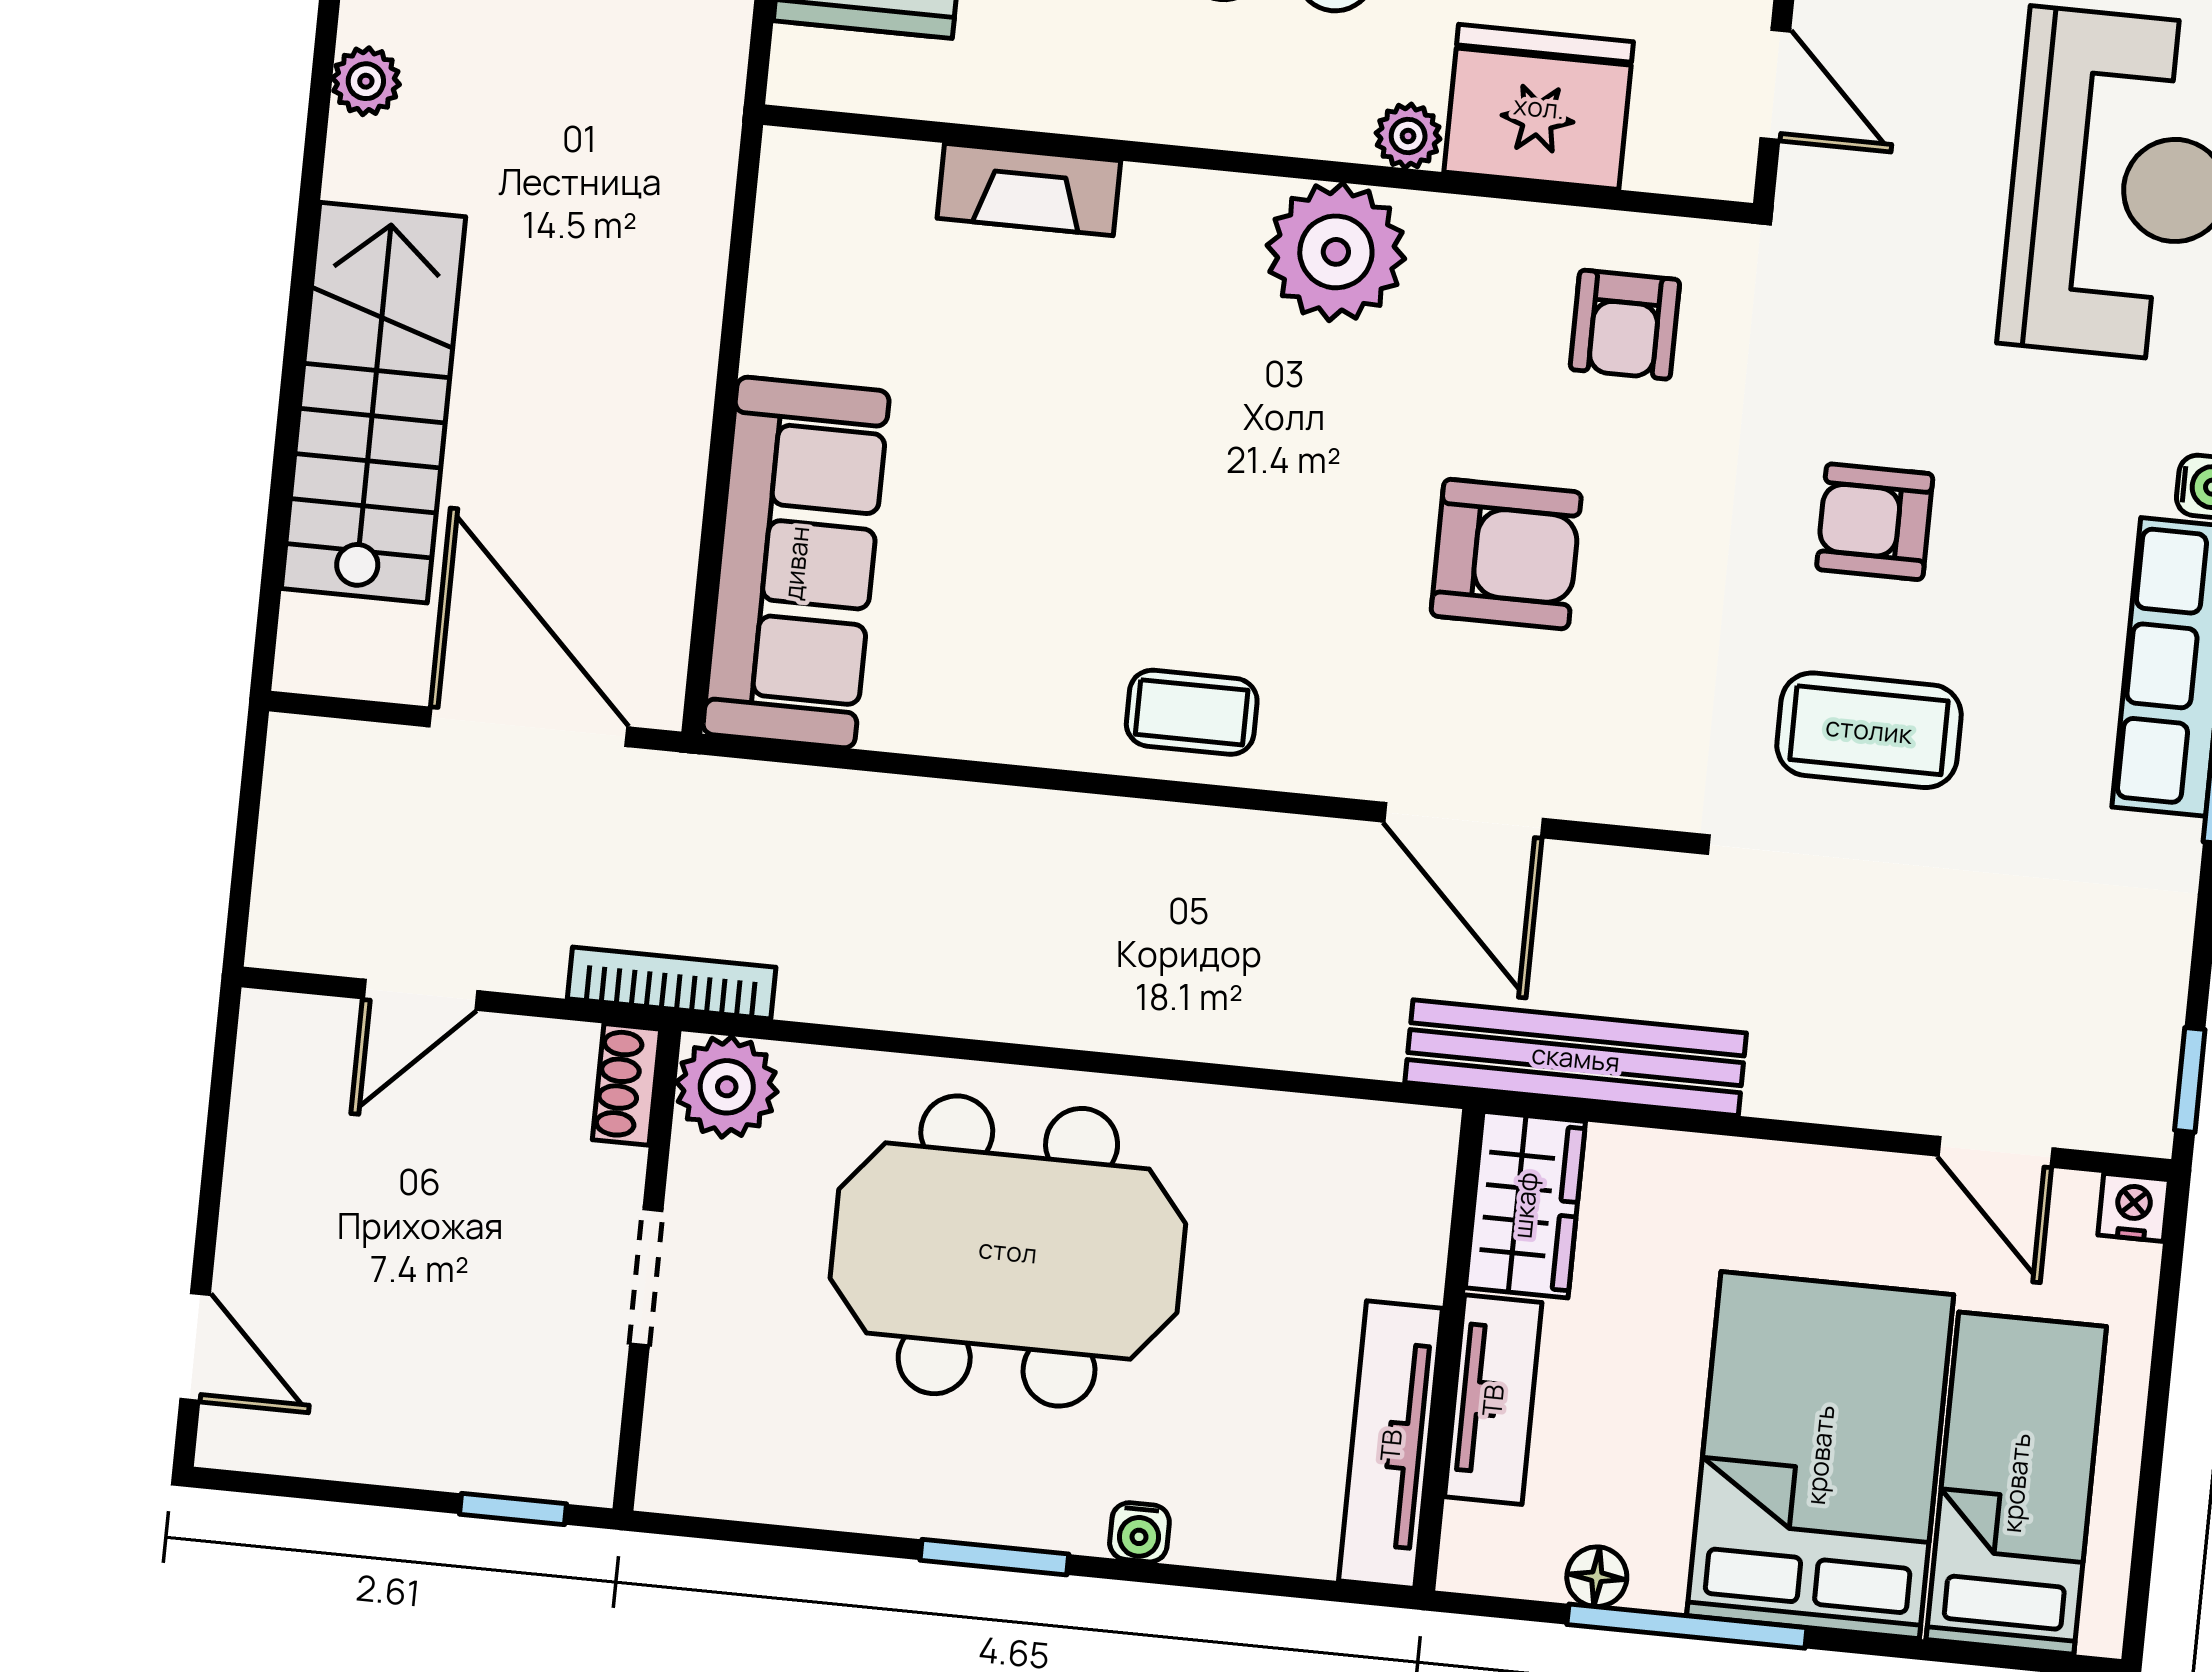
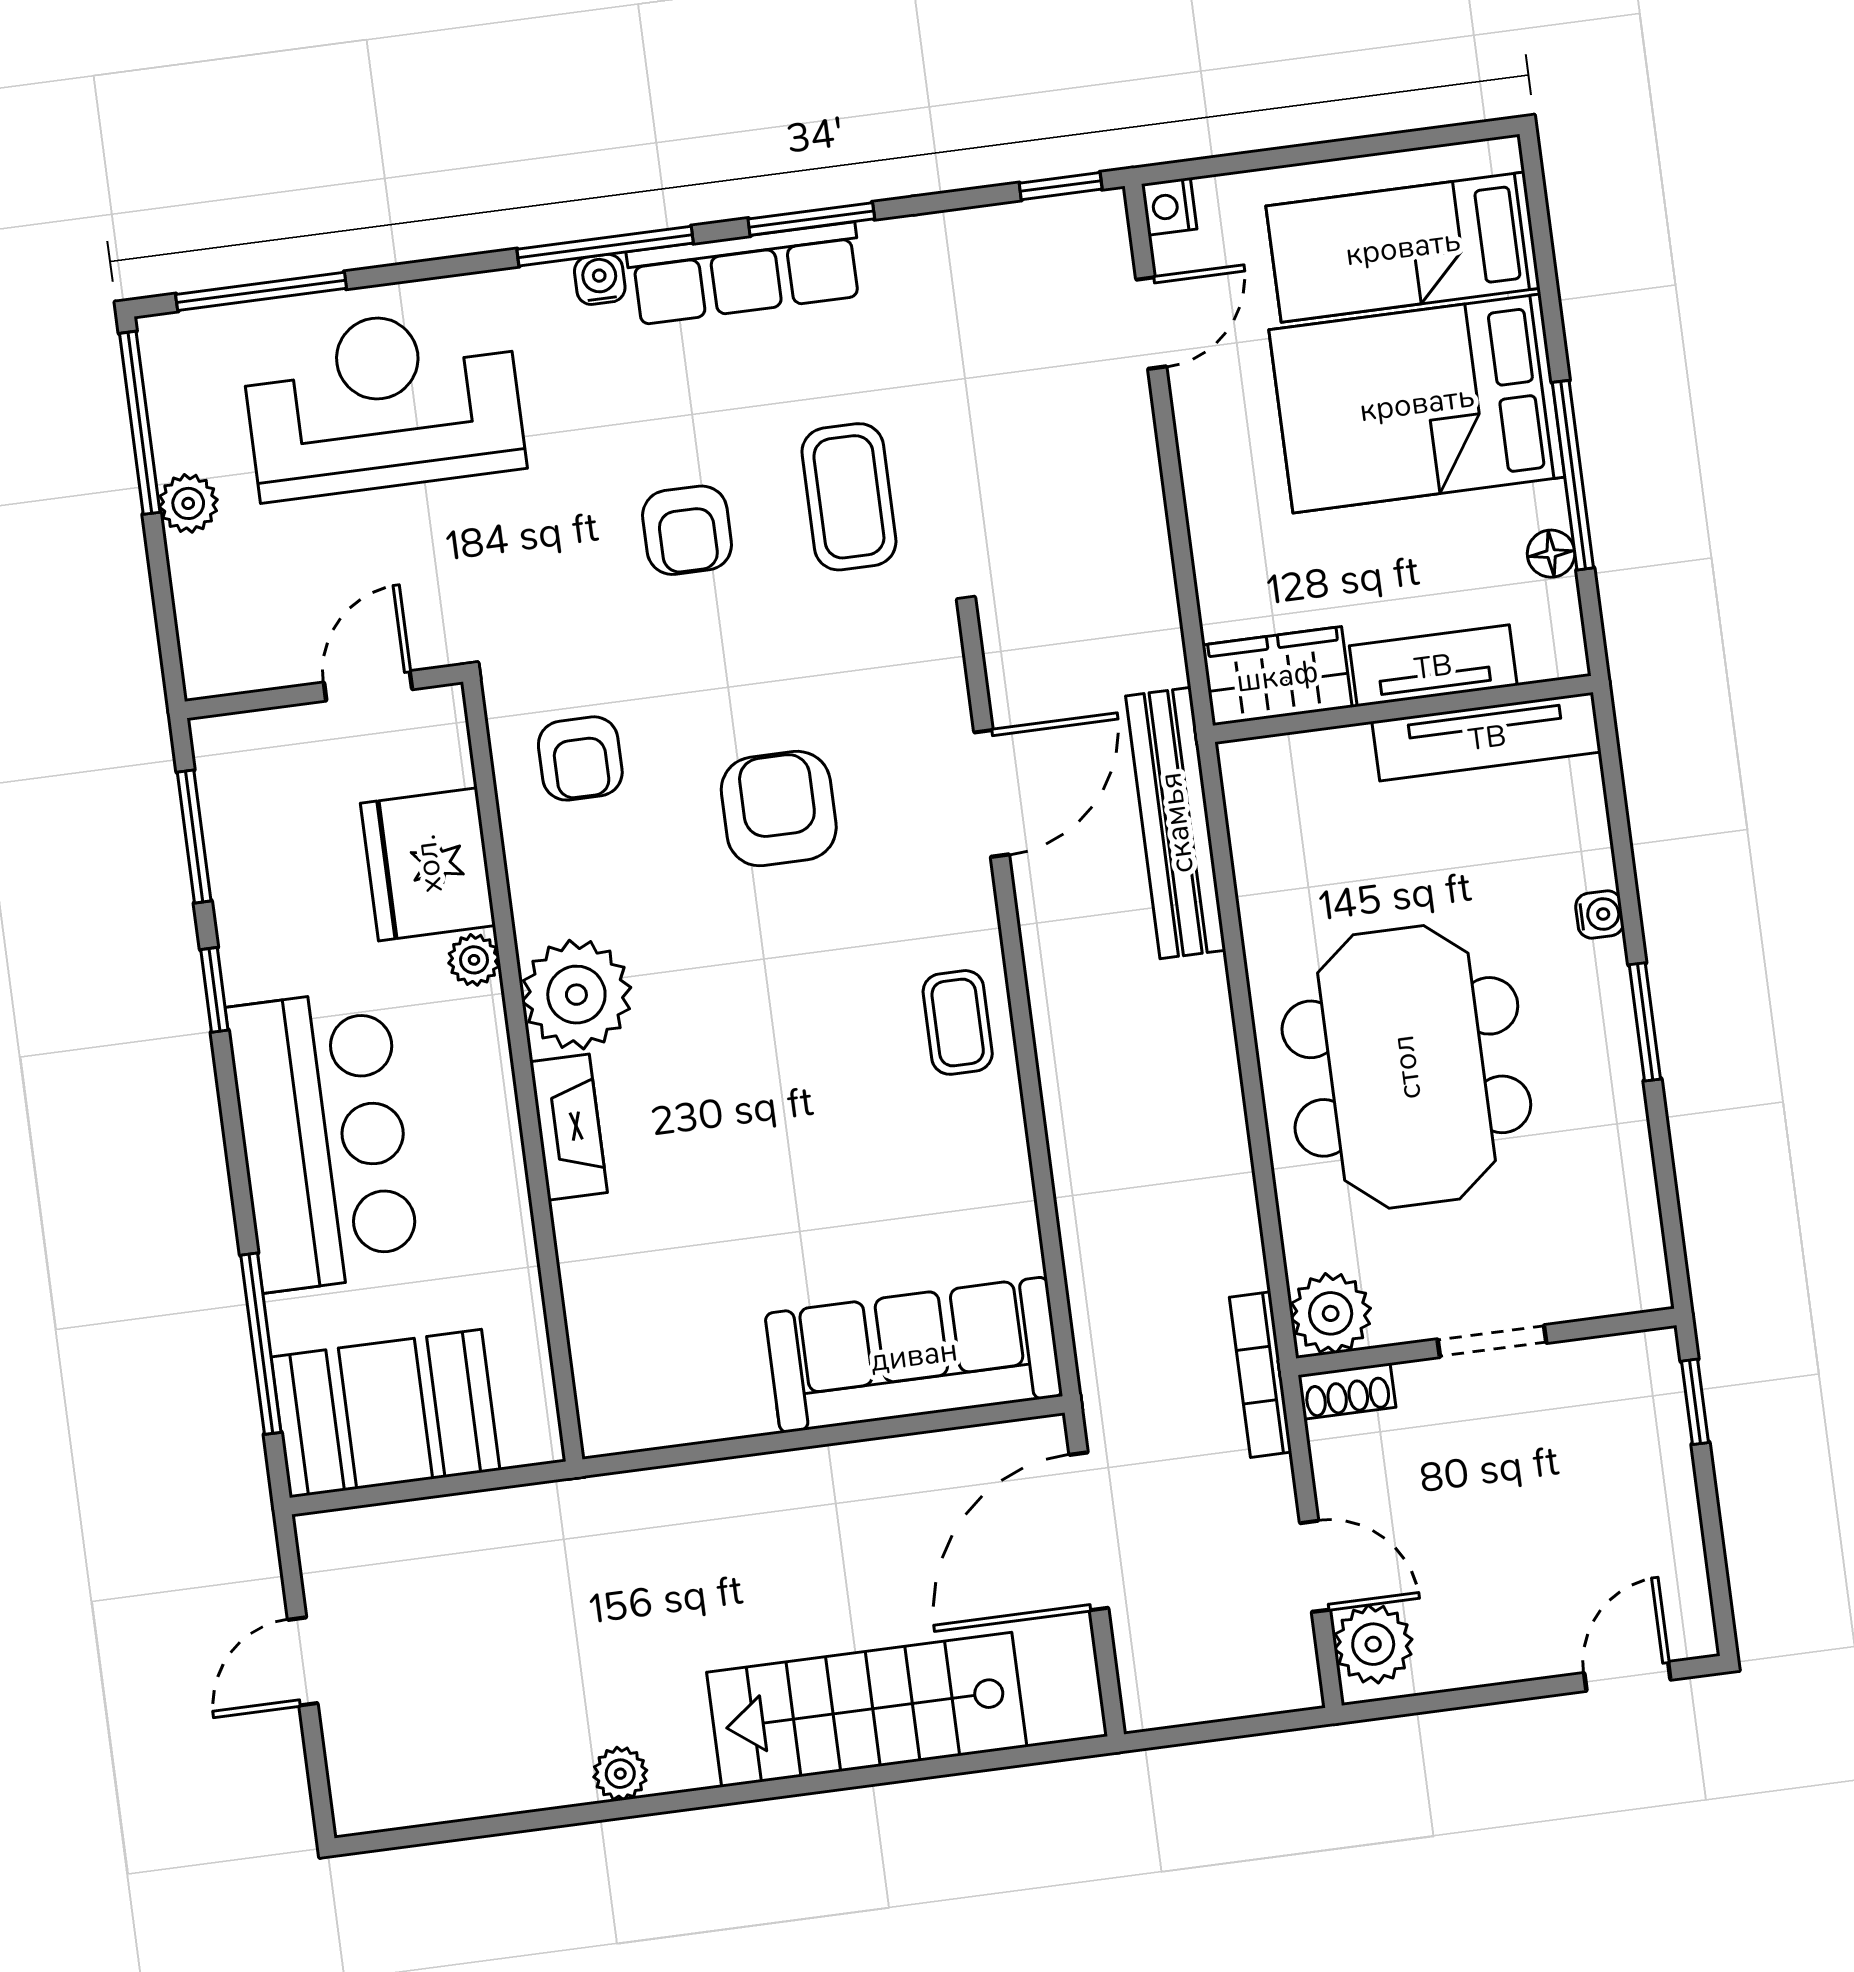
fireplace: (1029, 189) -> (569, 1127), moved
armchair: (1625, 325) -> (580, 758), turned 90
plant: (308, 1044) -> (1373, 1644), added
bench: (1576, 1058) -> (1176, 823), moved

